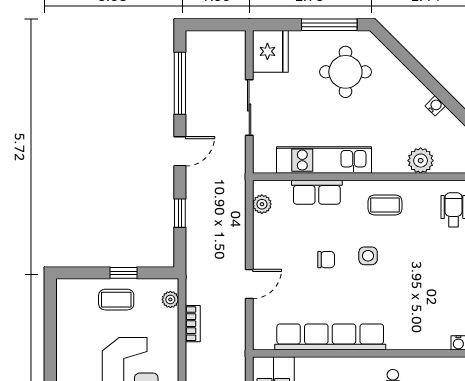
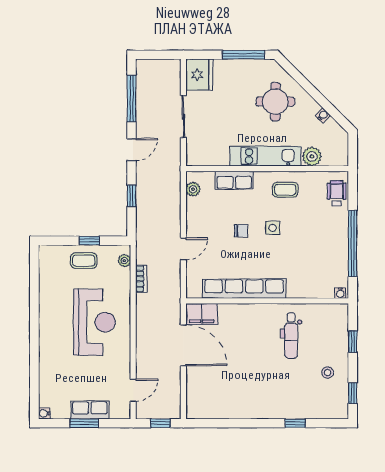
round table: (345, 72) -> (275, 102), moved
kitchen unit: (324, 160) -> (265, 156), moved

